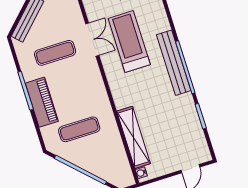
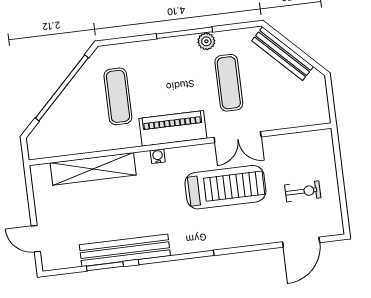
bench: (174, 63) -> (125, 250), moved
plant: (29, 74) -> (206, 41), added
piano: (42, 102) -> (173, 128), moved, turned 180
water cooler: (141, 173) -> (158, 156), moved

